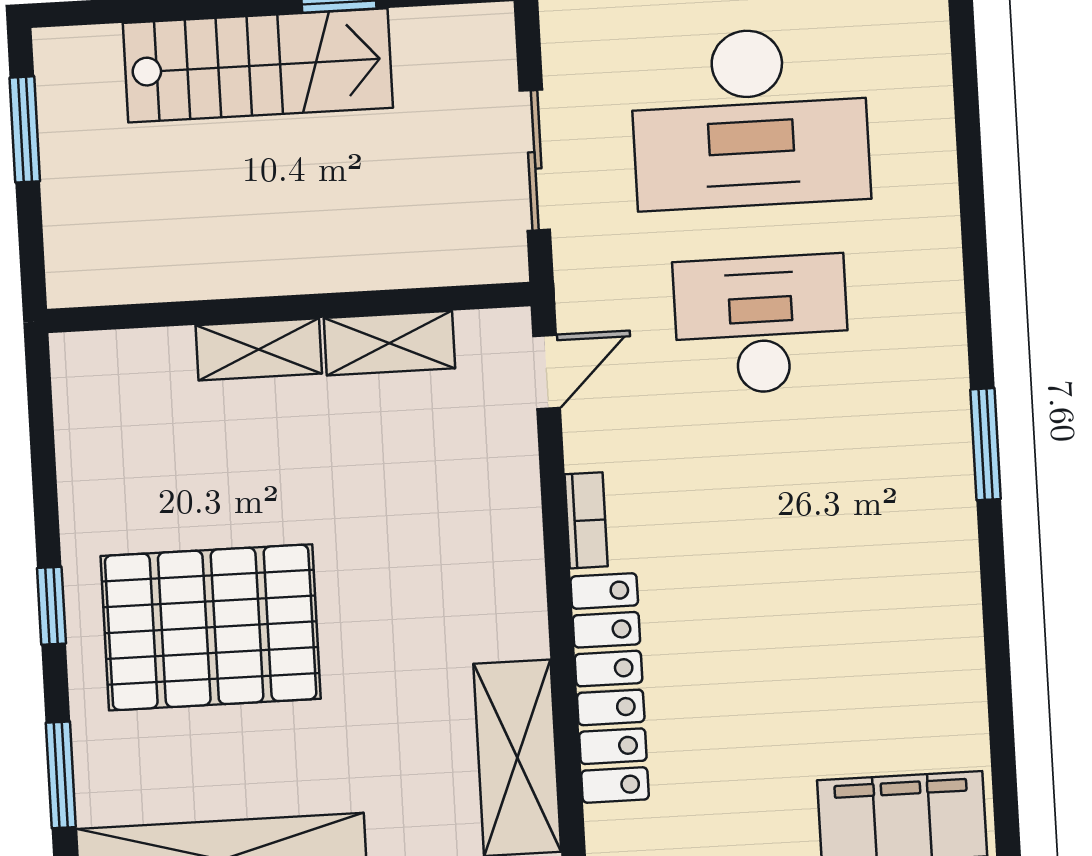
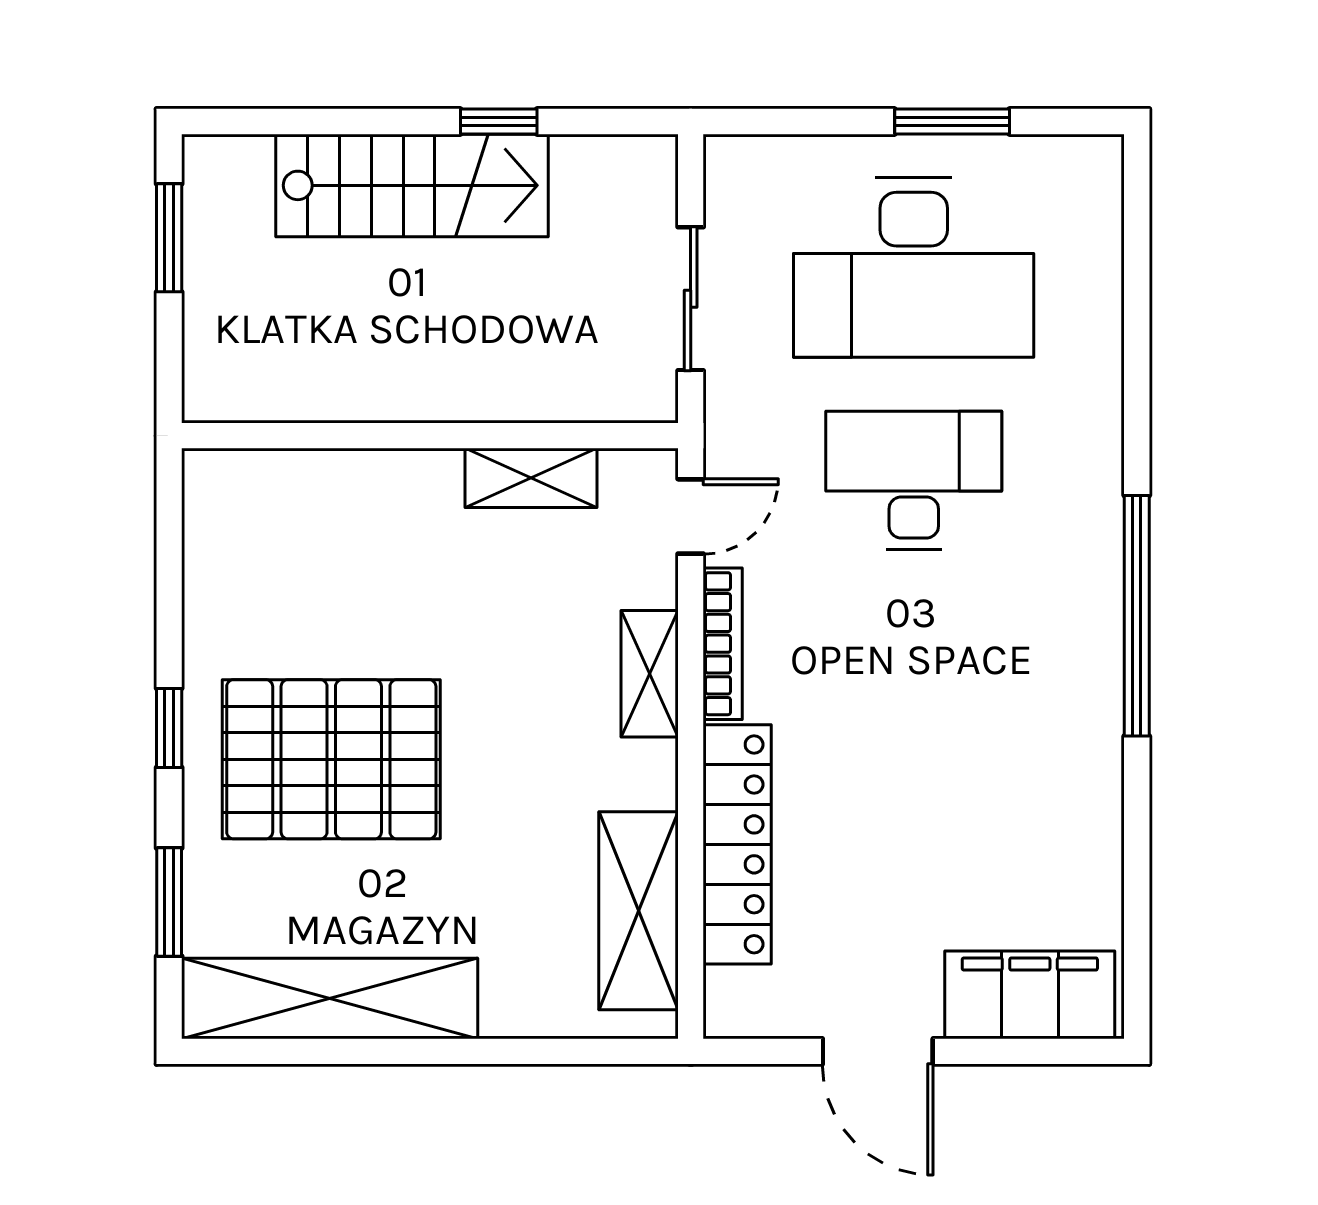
shelving: (259, 349) -> (650, 674), moved, turned 90
window: (986, 444) -> (1137, 616), width x2.11
bookcase: (586, 520) -> (723, 644), width x1.56

